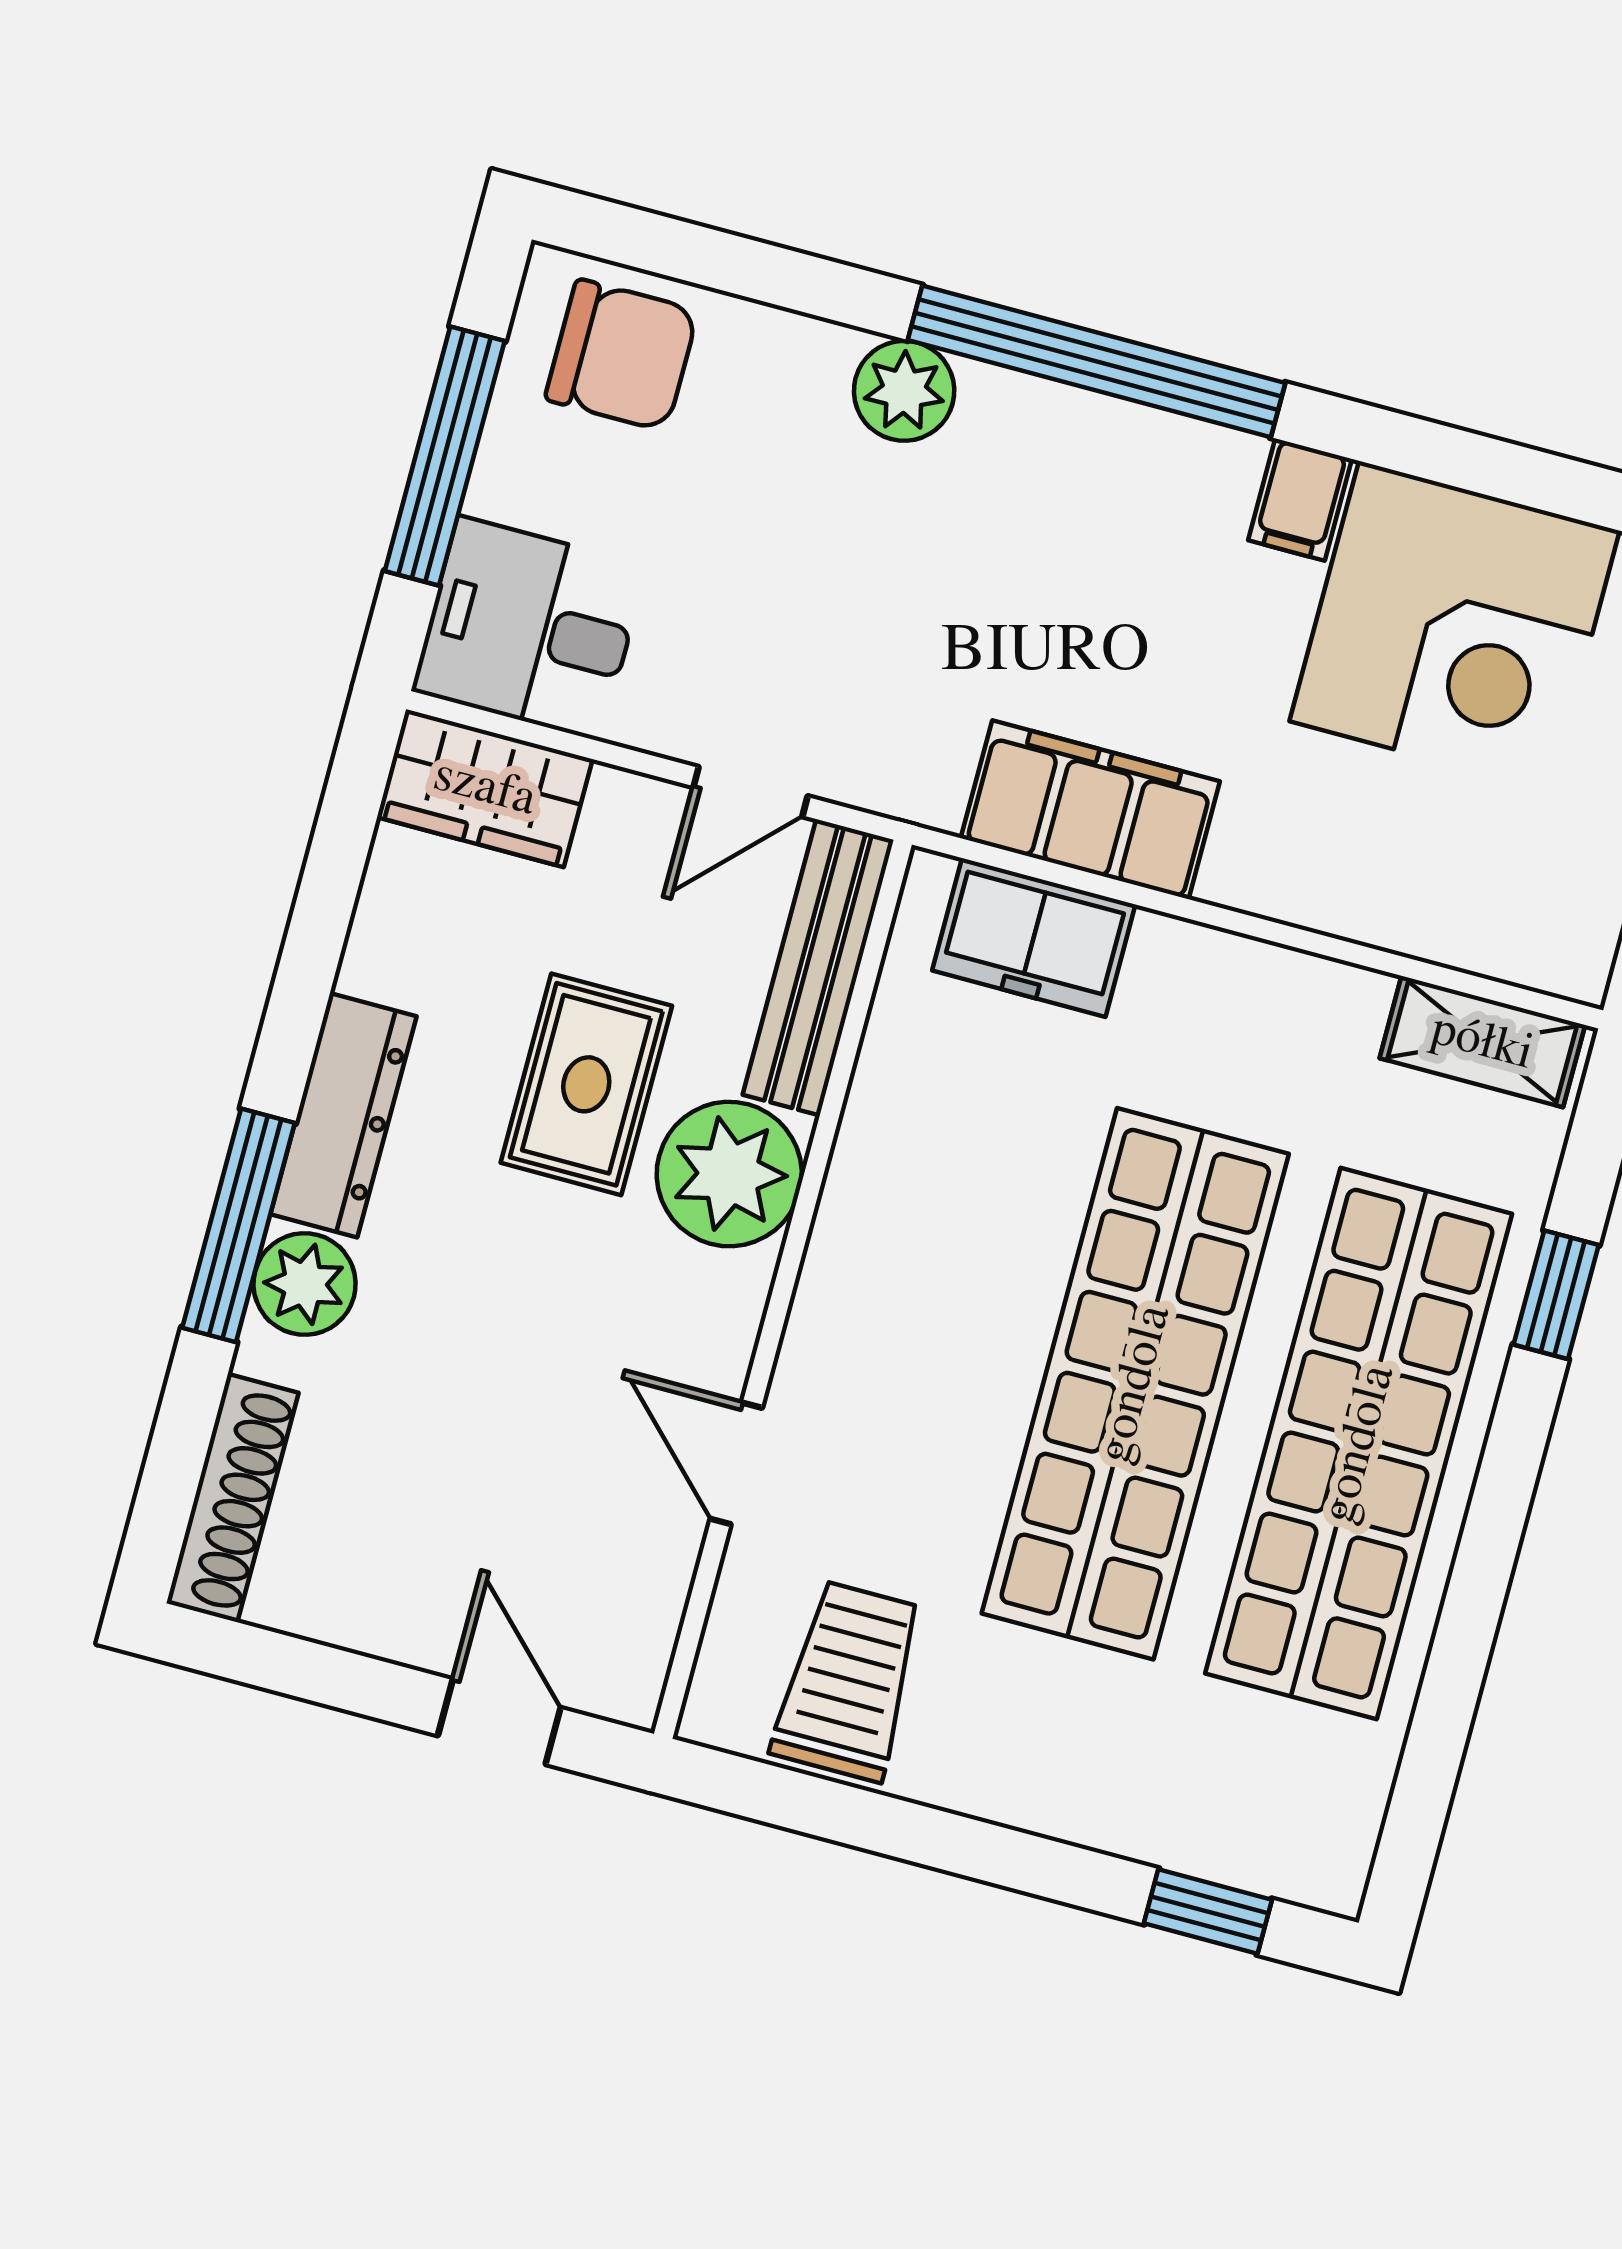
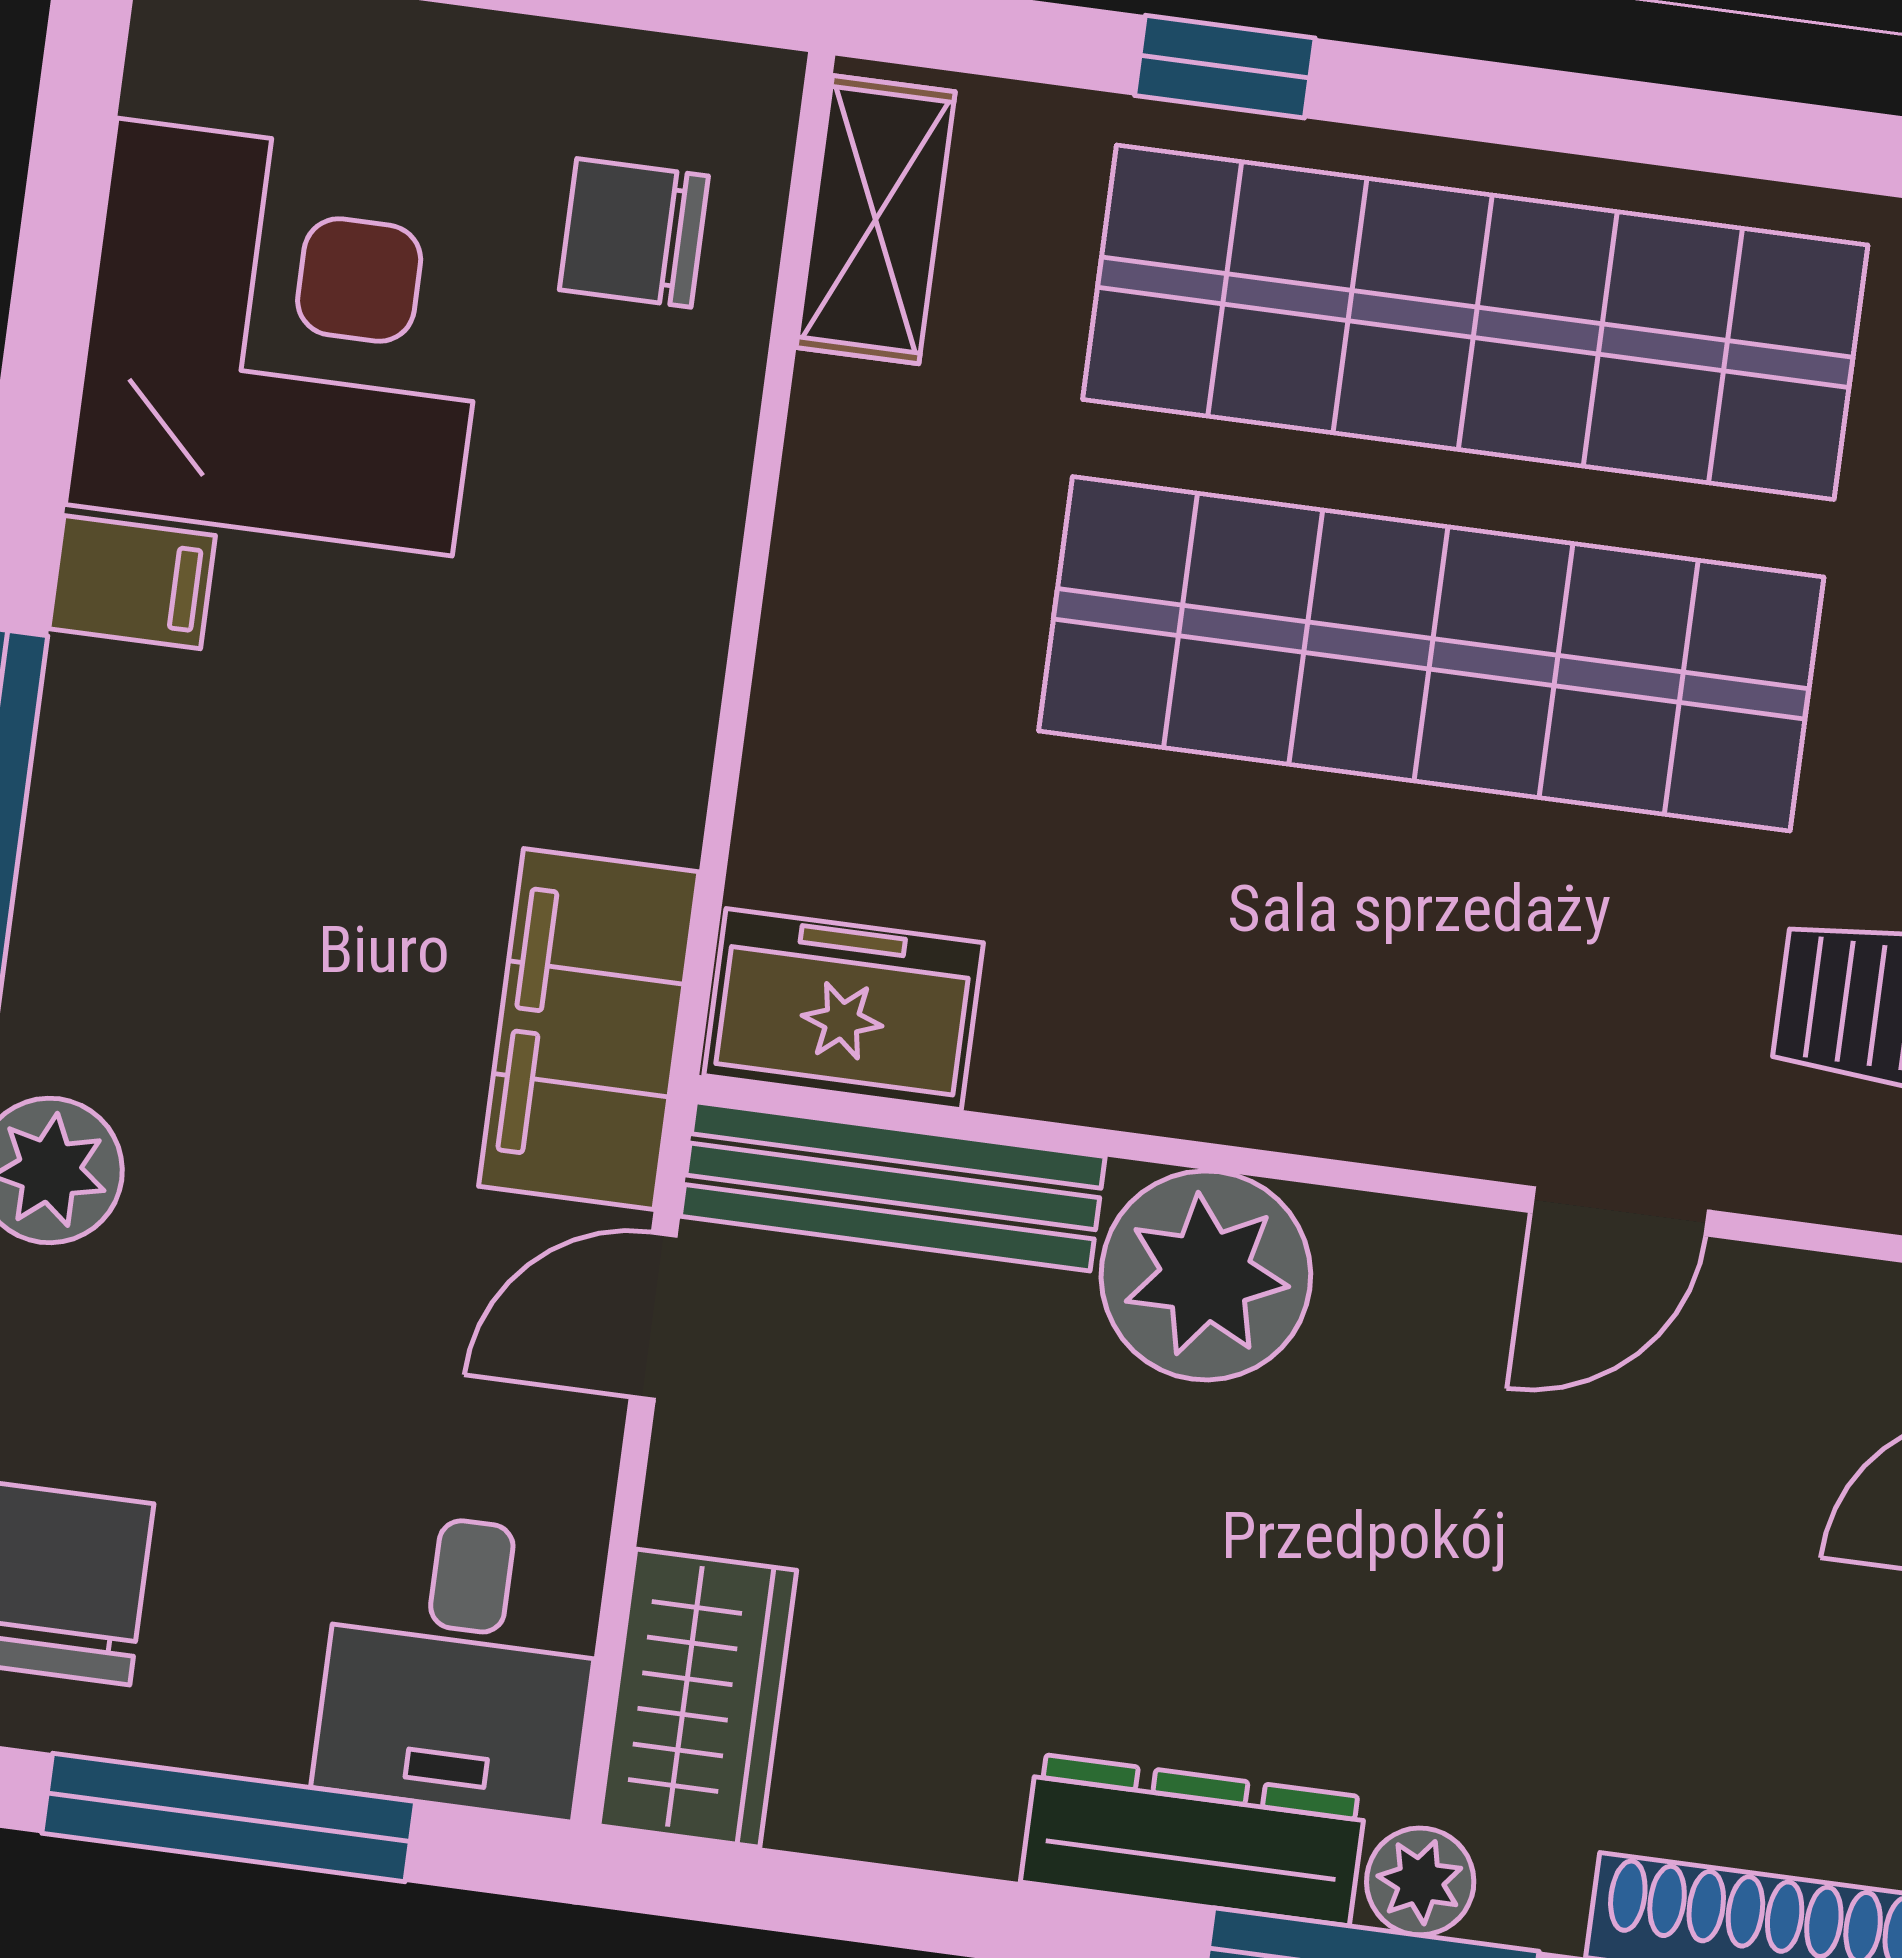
door: (750, 792) -> (653, 1316), swing flipped
filing cabinet: (1090, 810) -> (589, 1029), moved
chair: (1495, 875) -> (634, 233), added
freezer: (1034, 938) -> (844, 1009), moved, turned -90
rug: (586, 1084) -> (1104, 1497), removed
plant: (305, 1284) -> (1420, 1881), width x0.73, depth x0.73

